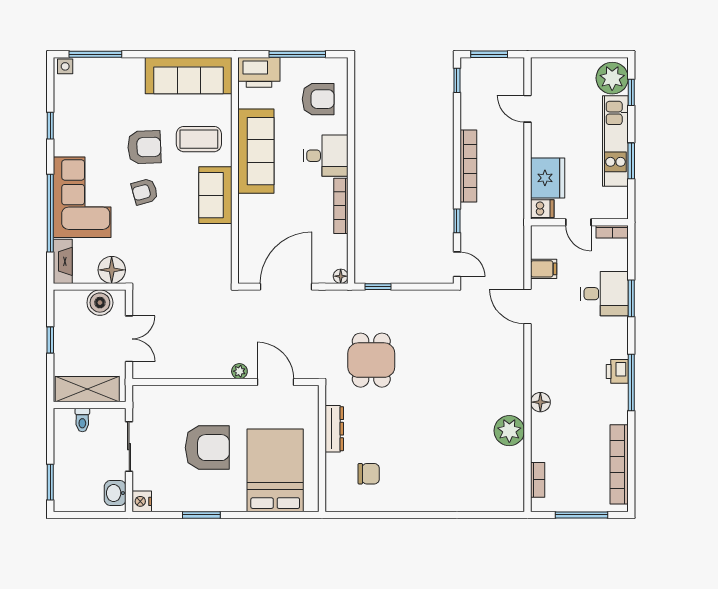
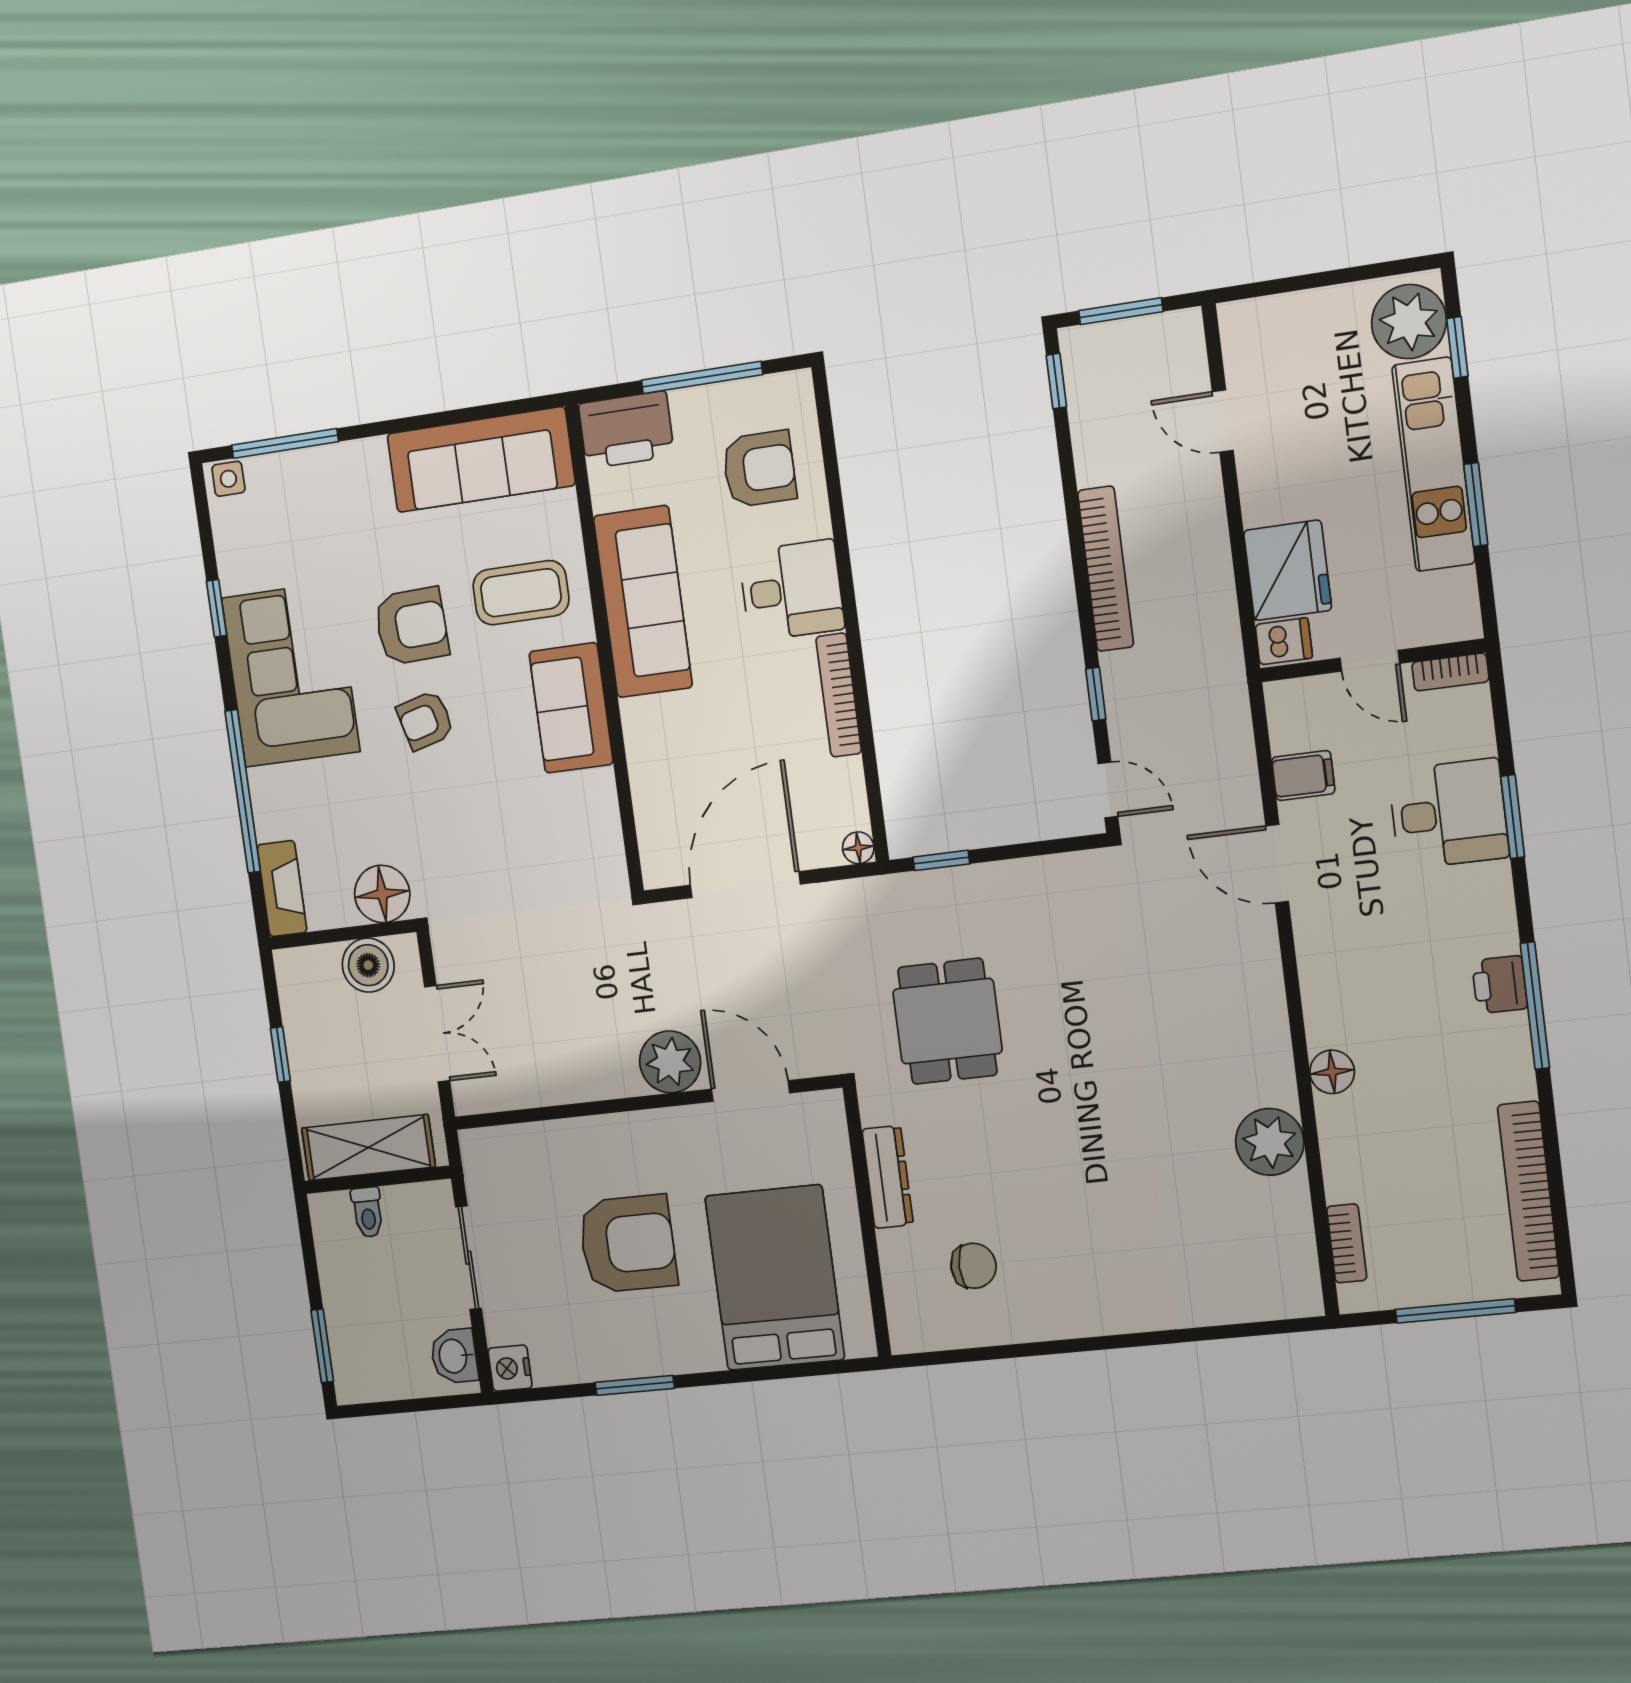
corner sofa: (82, 197) -> (291, 675), moved
plant: (239, 371) -> (670, 1062), width x1.87, depth x1.87

